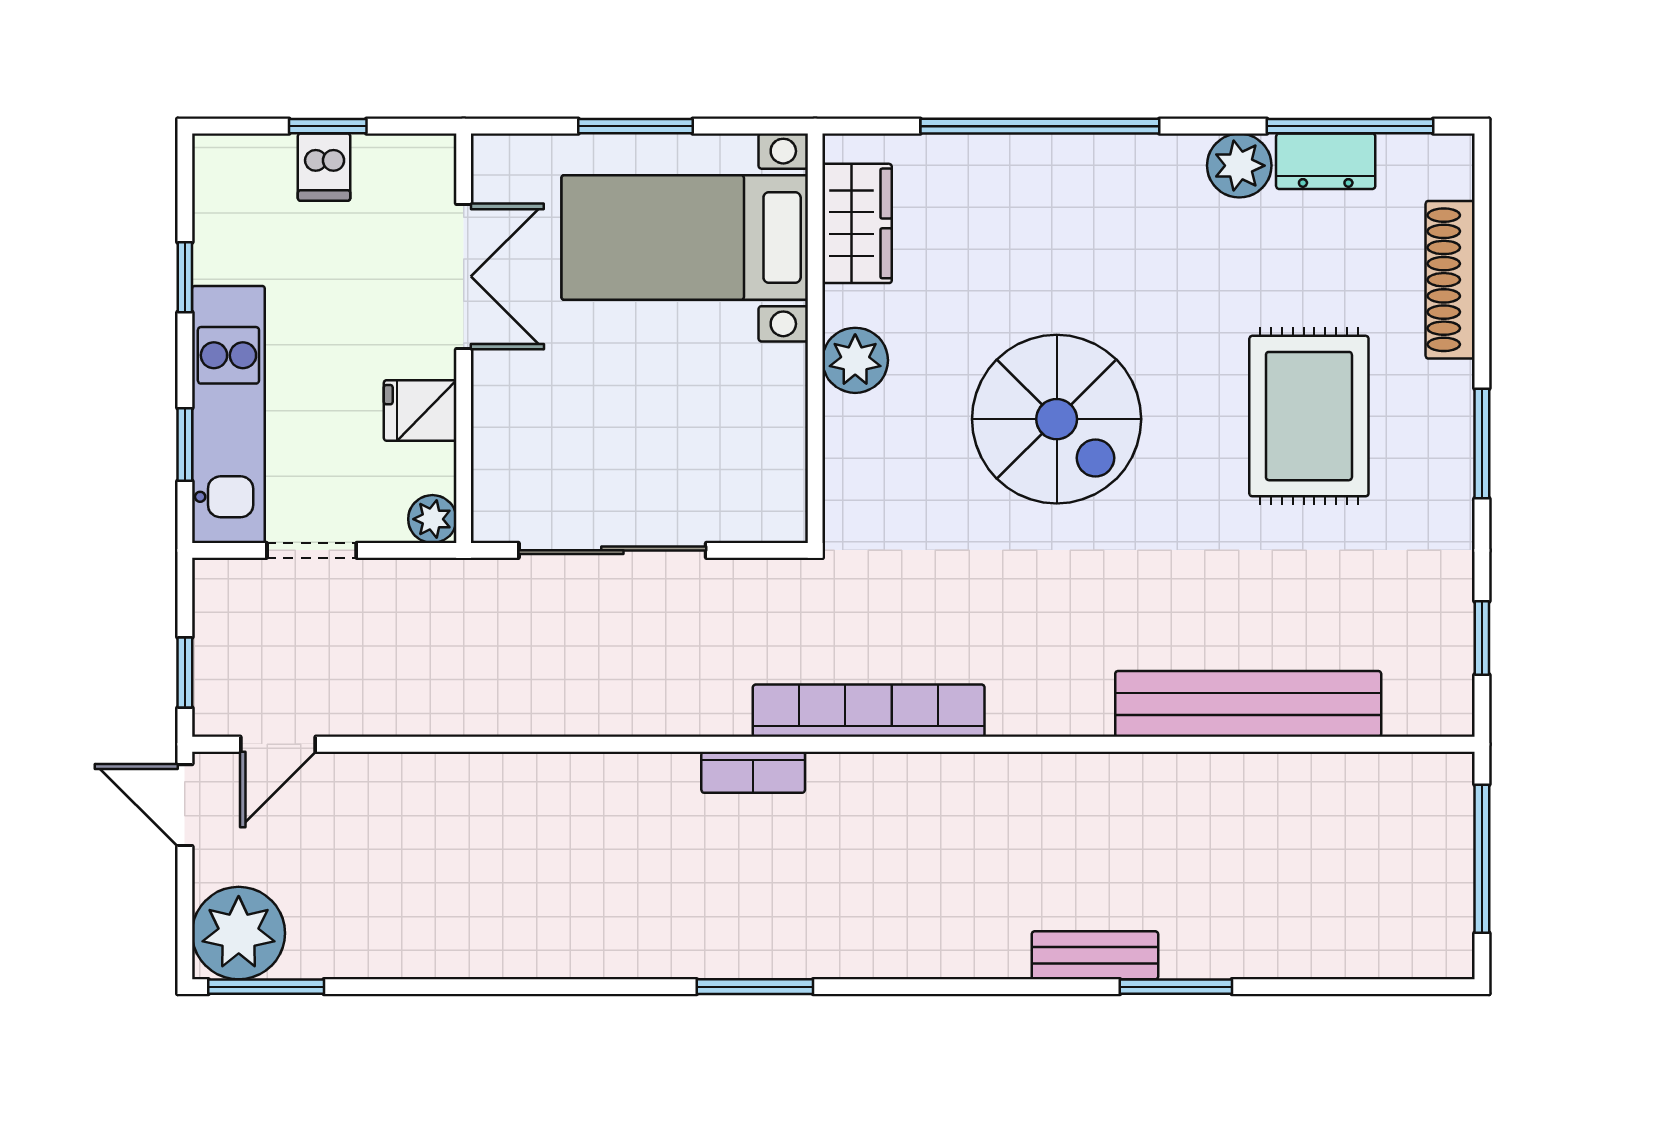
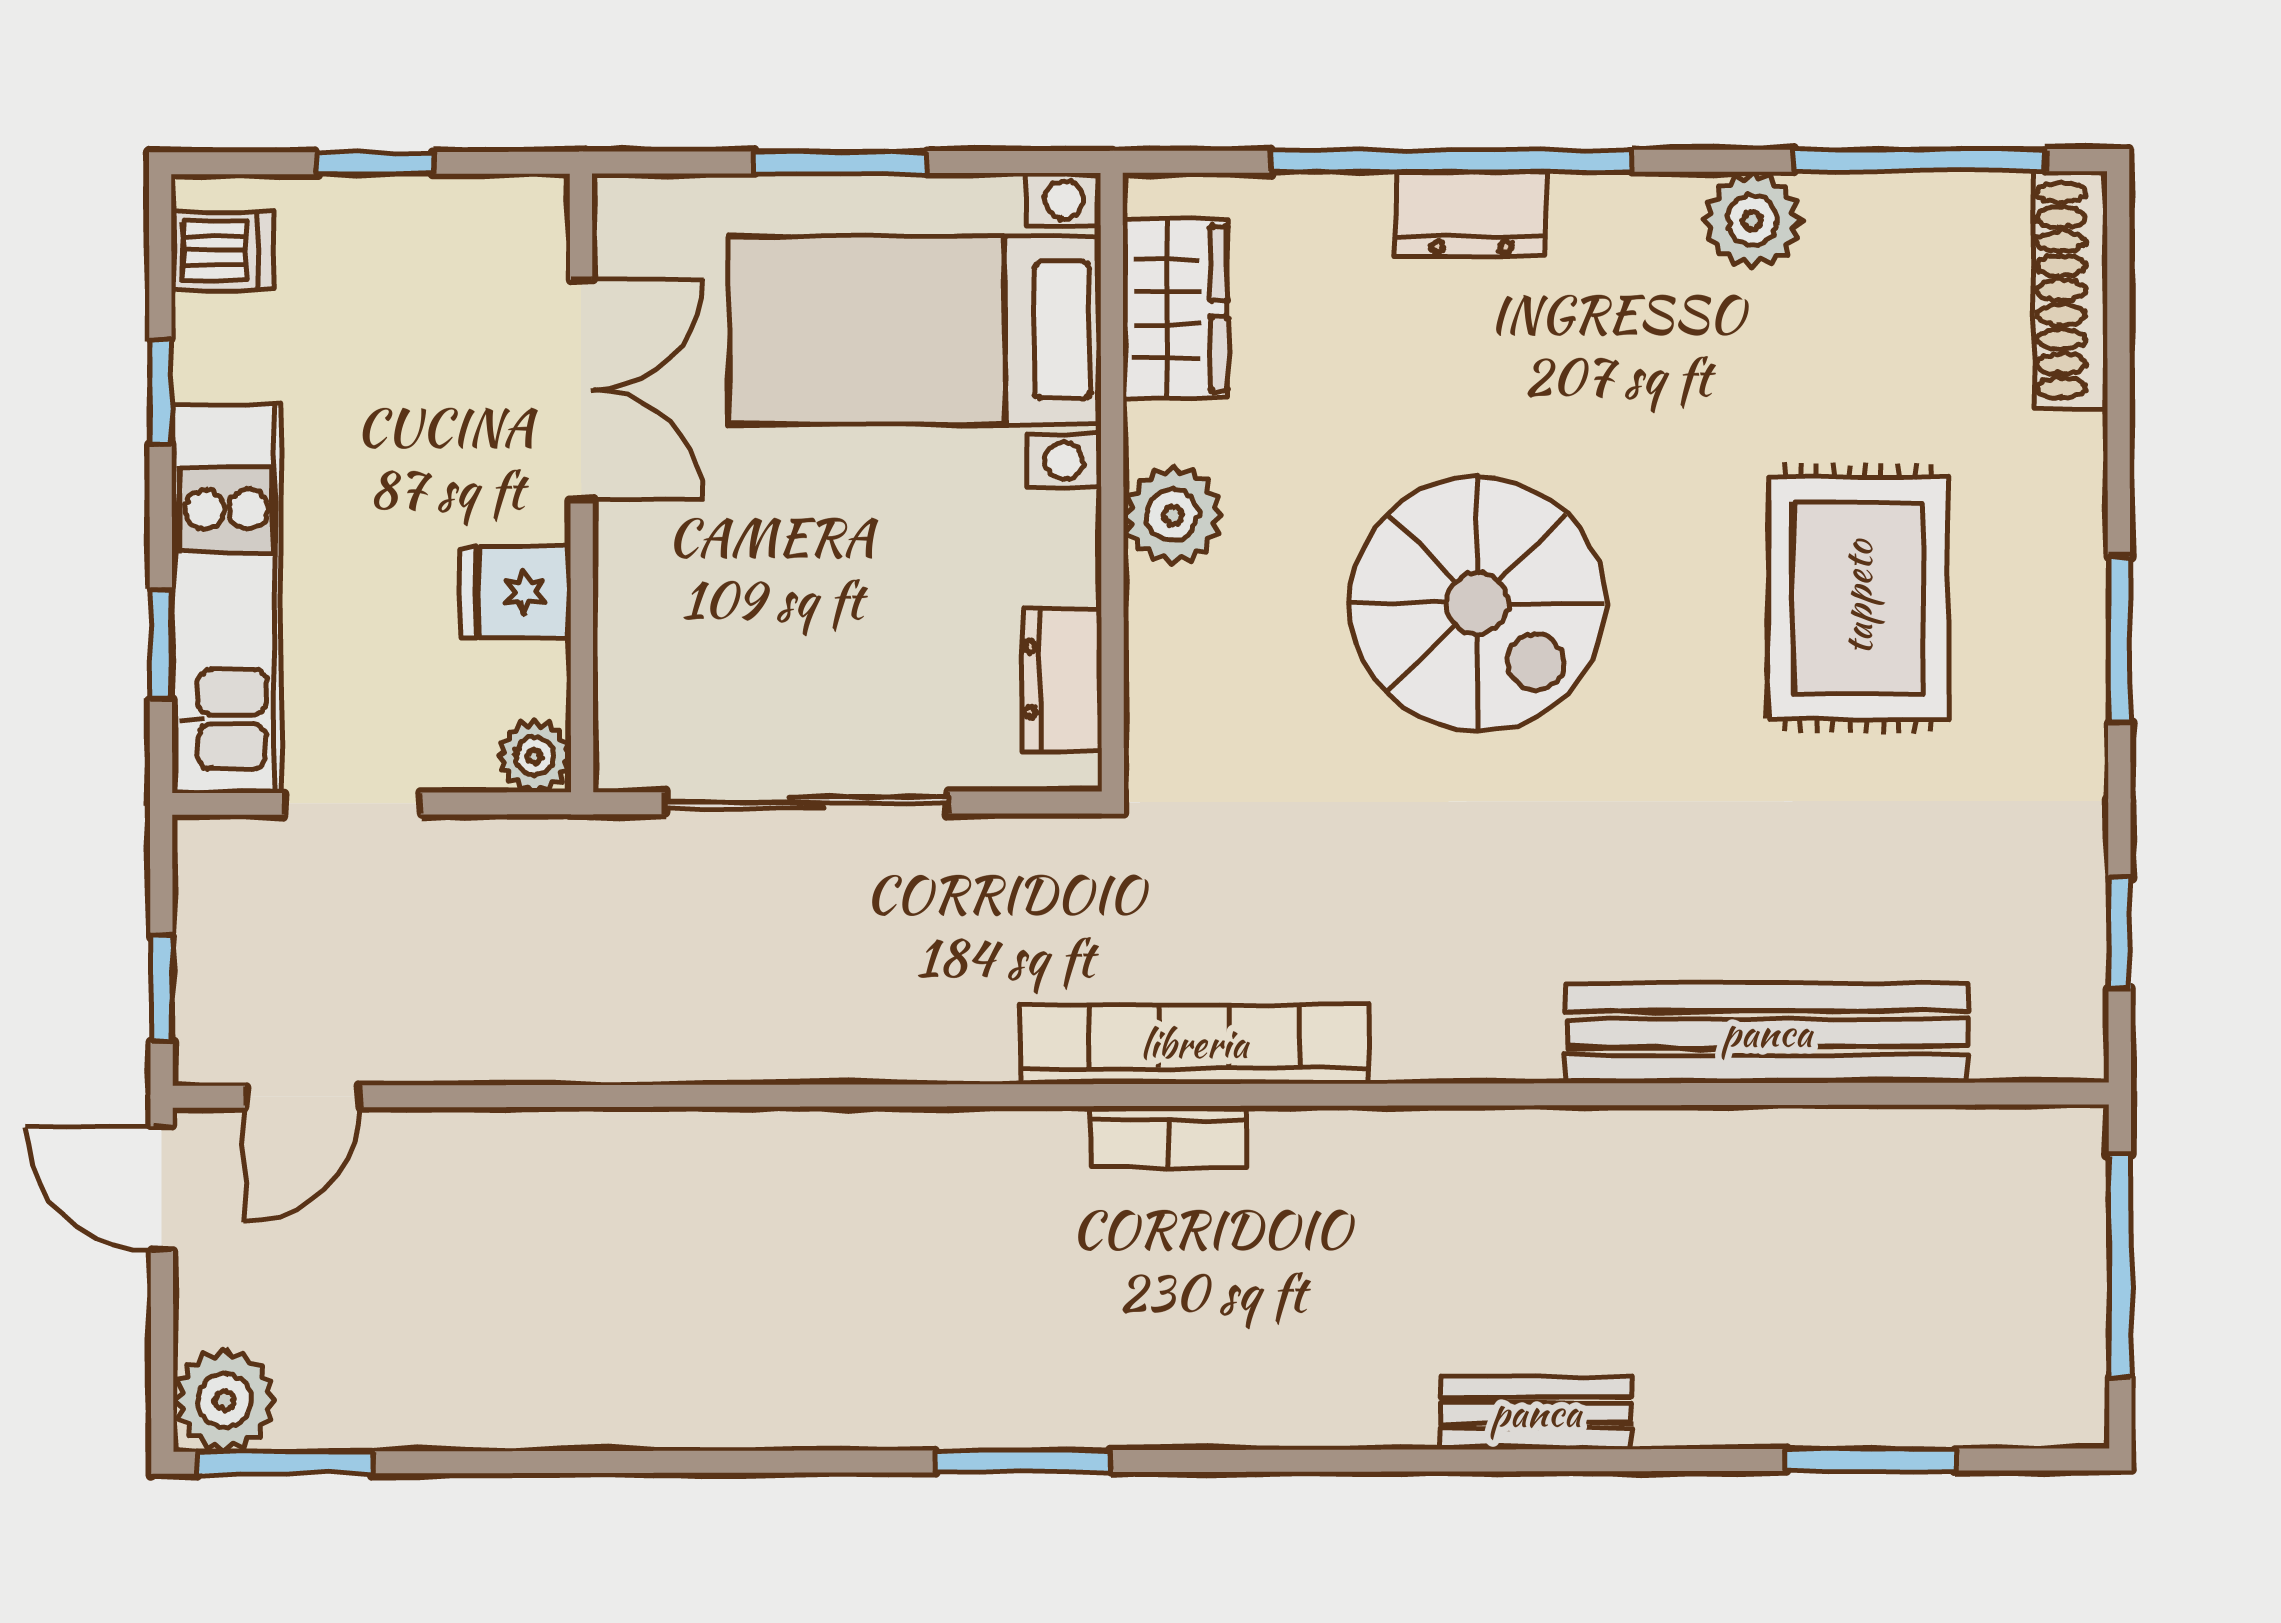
dresser: (1326, 161) -> (1472, 214), moved
dishwasher: (324, 167) -> (222, 251), moved, turned -90
shoe rack: (1450, 280) -> (2071, 290), moved
dresser: (781, 469) -> (1061, 679), added
bookcase: (753, 772) -> (1168, 1137), moved
plant: (239, 933) -> (225, 1400), width x0.73, depth x0.73
window: (1176, 987) -> (1871, 1460), moved

